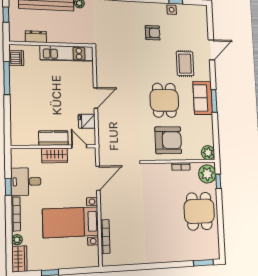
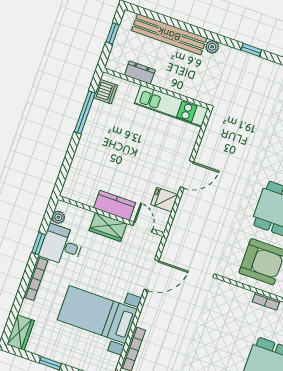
plant: (17, 240) -> (58, 217), moved

